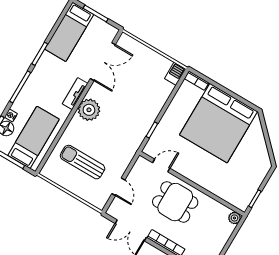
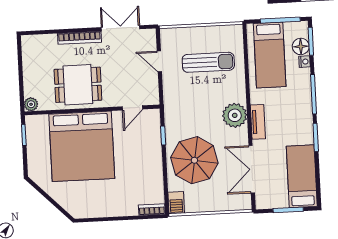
parasol: (141, 96) -> (194, 160), added
bed: (218, 123) -> (82, 146), moved, turned 180
dining table: (175, 202) -> (78, 85), moved

